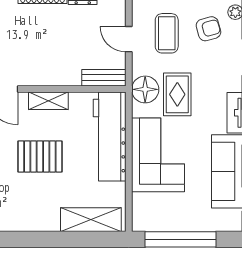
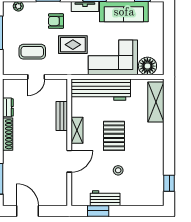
armchair: (208, 29) -> (56, 21), moved, turned -74
bench: (104, 78) -> (62, 116), moved
floor lamp: (145, 89) -> (147, 66), moved
window: (180, 239) -> (169, 43), removed

